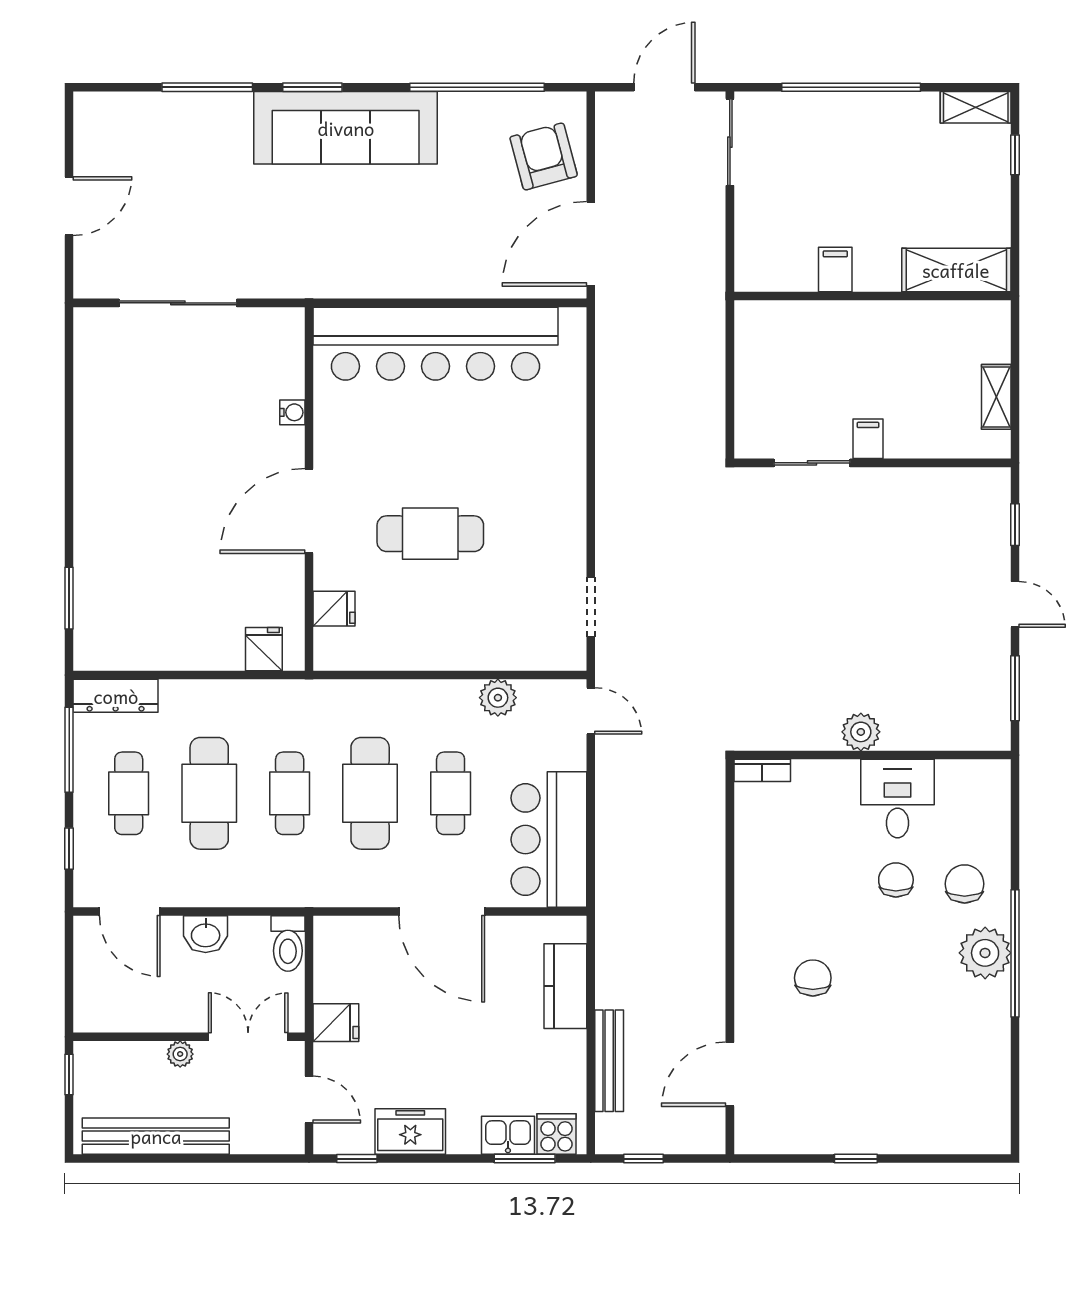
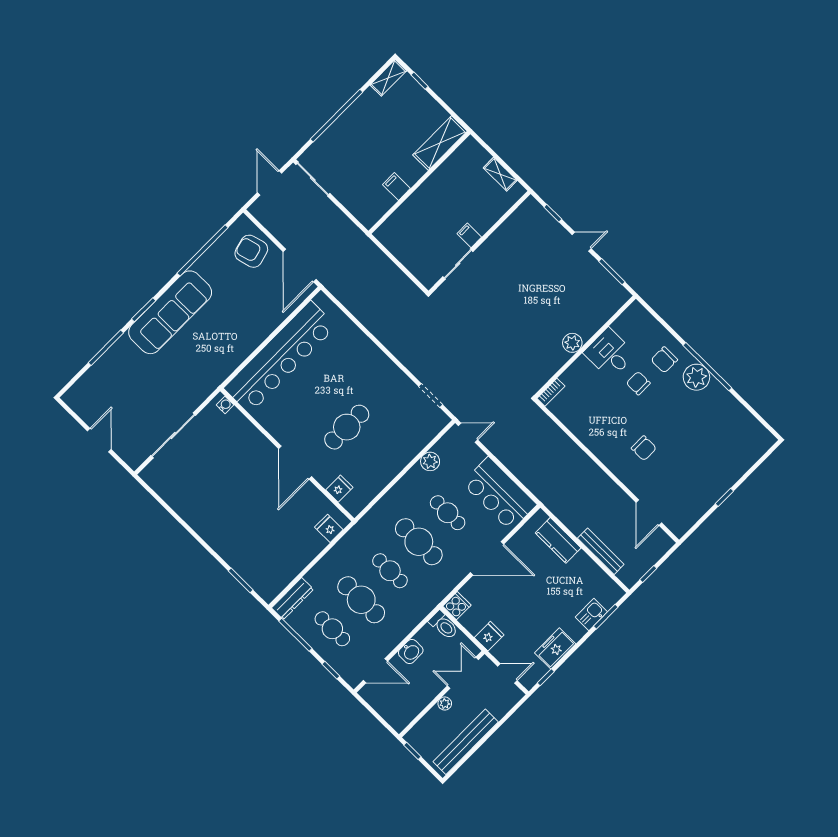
water cooler: (292, 412) -> (225, 405), moved
chair: (965, 884) -> (664, 360), turned -90
chair: (813, 978) -> (644, 448), turned 180
cooker: (556, 1134) -> (457, 606), moved, turned 90

